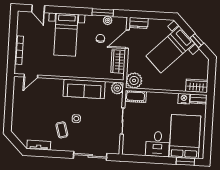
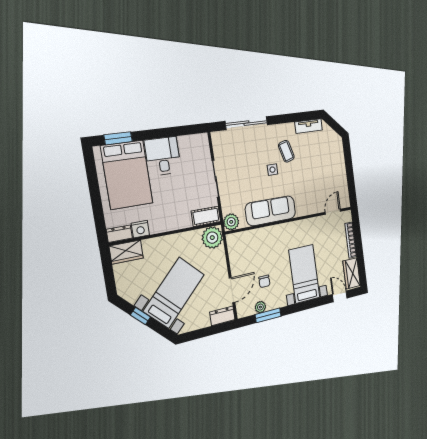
wardrobe: (118, 62) -> (352, 273), moved, turned 180

